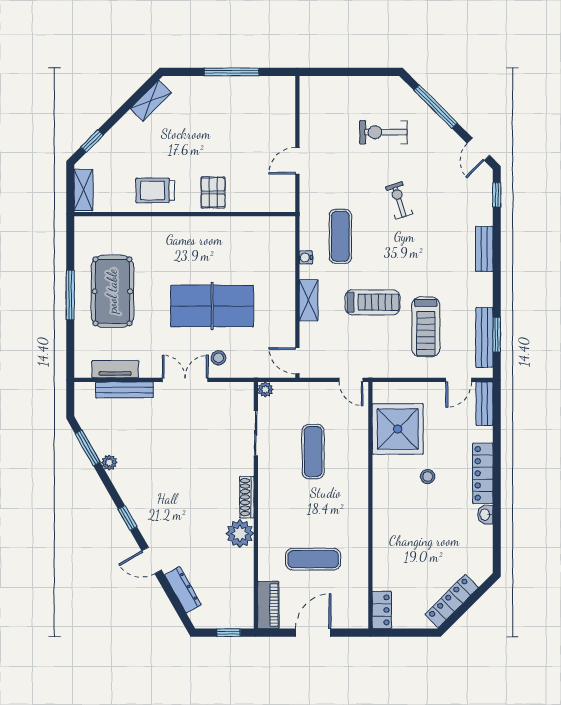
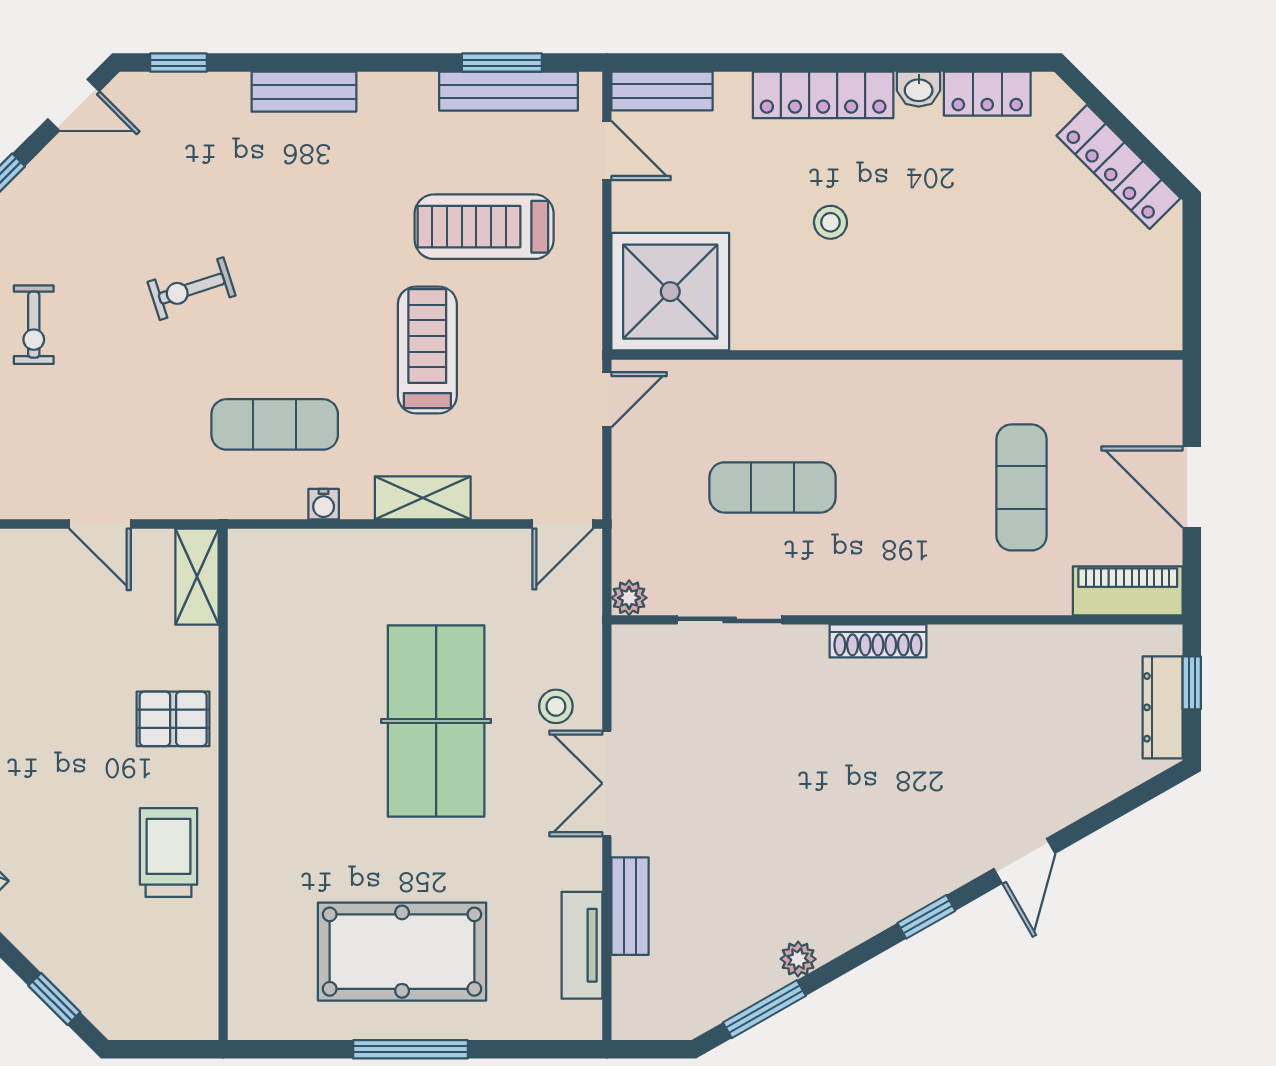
exercise bike: (383, 132) -> (34, 325), width x0.73, depth x0.72
shelving: (84, 190) -> (197, 577), moved, turned 90
trolley: (155, 190) -> (168, 853), turned 180
treadmill: (426, 327) -> (484, 227), turned 180
bench: (124, 390) -> (630, 906), width x0.73
shower: (398, 429) -> (670, 292), moved
plant: (240, 534) -> (962, 657), removed
dresser: (183, 590) -> (1163, 707), moved, turned -60
locker: (382, 610) -> (987, 94), moved, turned 180

